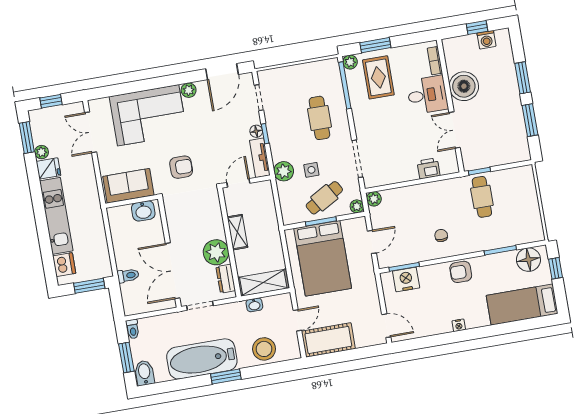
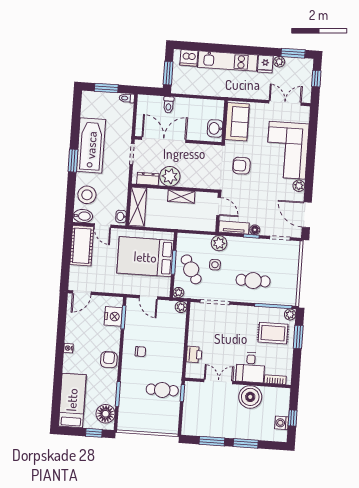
armchair: (181, 167) -> (241, 166), turned 90
washbasin: (254, 305) -> (121, 216), moved
bidet: (144, 373) -> (83, 216), moved

